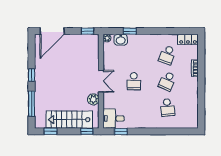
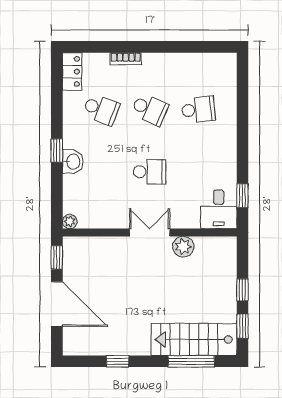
door: (52, 31) -> (57, 304), moved
window: (130, 31) -> (57, 151), moved
washbasin: (121, 40) -> (73, 162), moved
window: (32, 75) -> (118, 361), moved
stairs: (69, 120) -> (194, 339), moved, turned 90
window: (87, 131) -> (242, 290), moved

